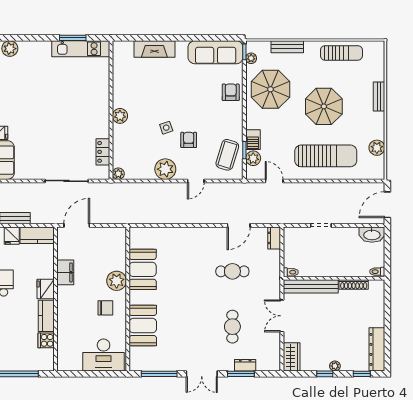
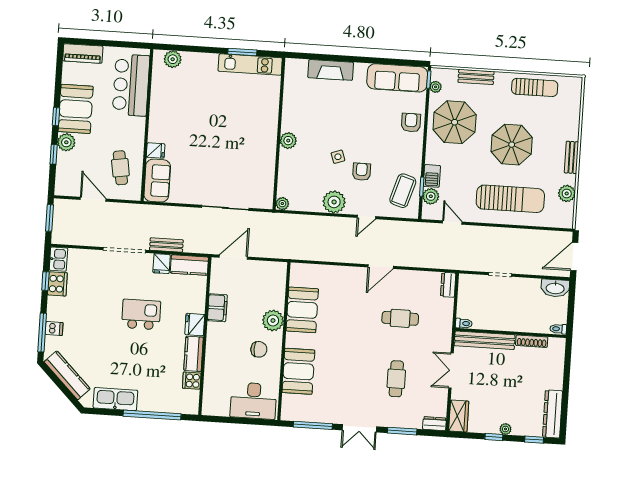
bench: (379, 96) -> (571, 157), moved
locker: (103, 152) -> (267, 179), removed
door: (239, 225) -> (381, 267), moved
dresser: (245, 365) -> (435, 424), moved

